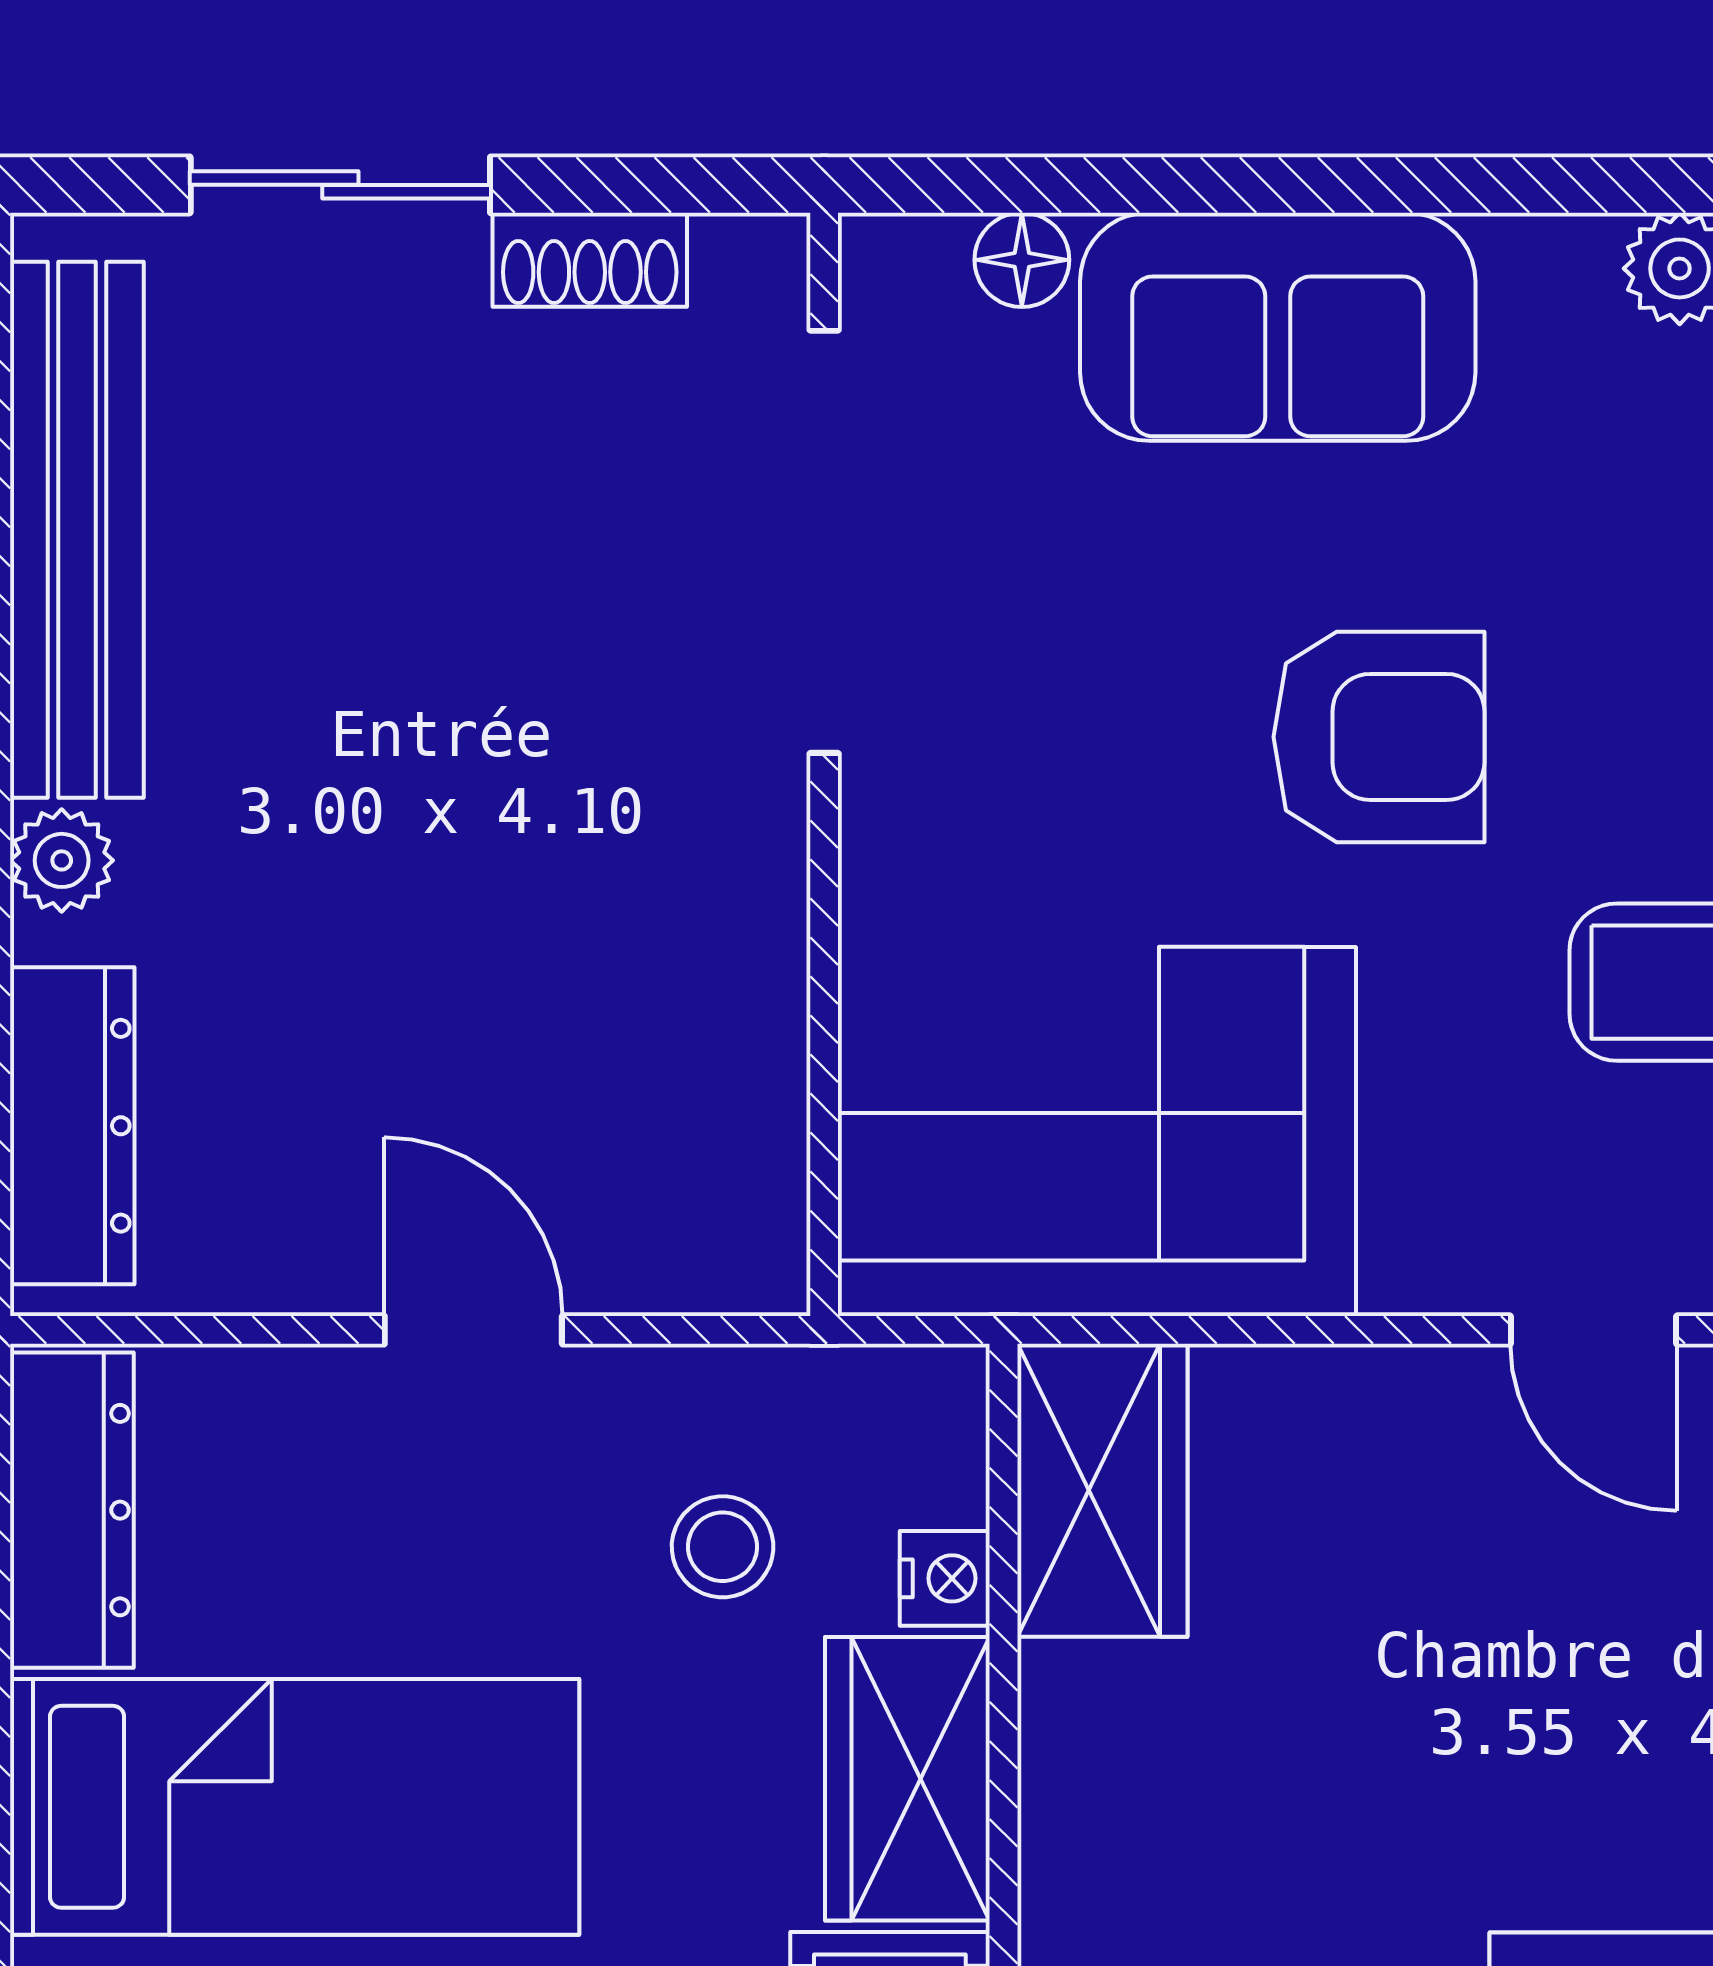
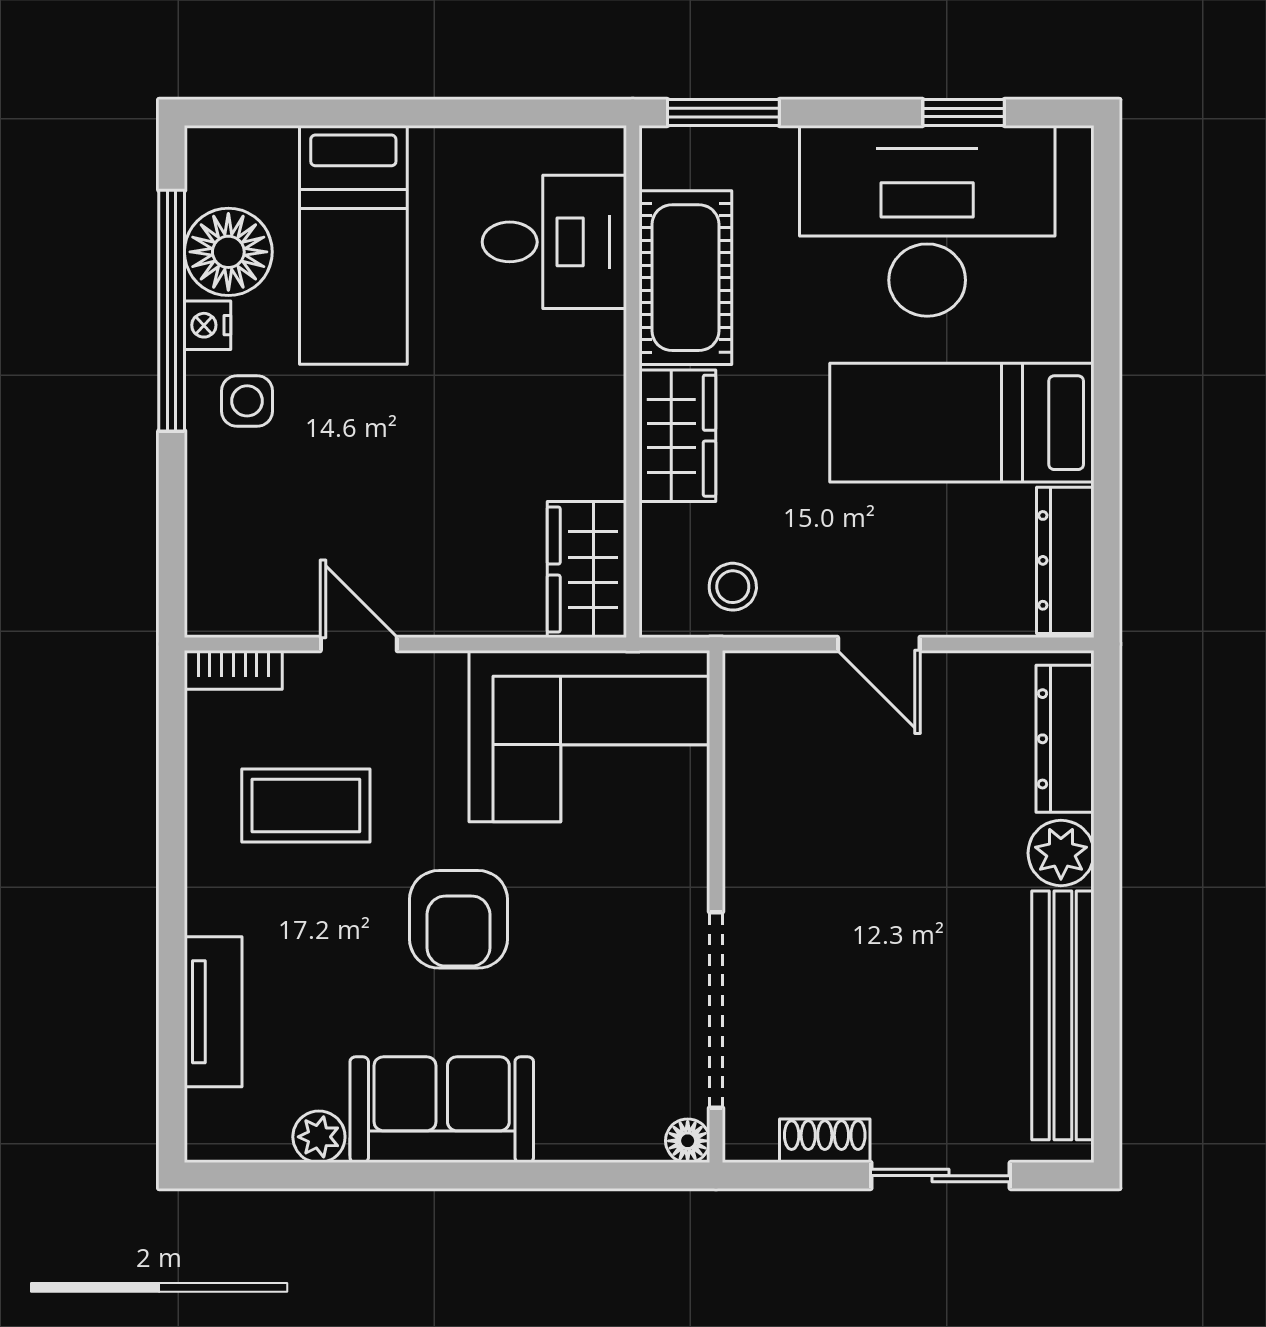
floor lamp: (1022, 260) -> (688, 1141), moved
sofa: (1278, 327) -> (442, 1110), moved
armchair: (1379, 737) -> (458, 919), turned -90
plant: (62, 860) -> (1061, 853), width x1.38, depth x1.38
stool: (723, 1547) -> (733, 587), moved
nightstand: (945, 1578) -> (660, 529), removed

